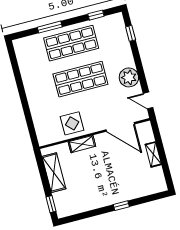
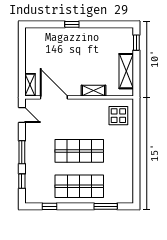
window: (50, 27) -> (106, 206), moved
window: (138, 63) -> (22, 152), added
plant: (129, 77) -> (34, 141), removed
display table: (72, 123) -> (118, 116), moved
shelving: (153, 154) -> (30, 85), moved

